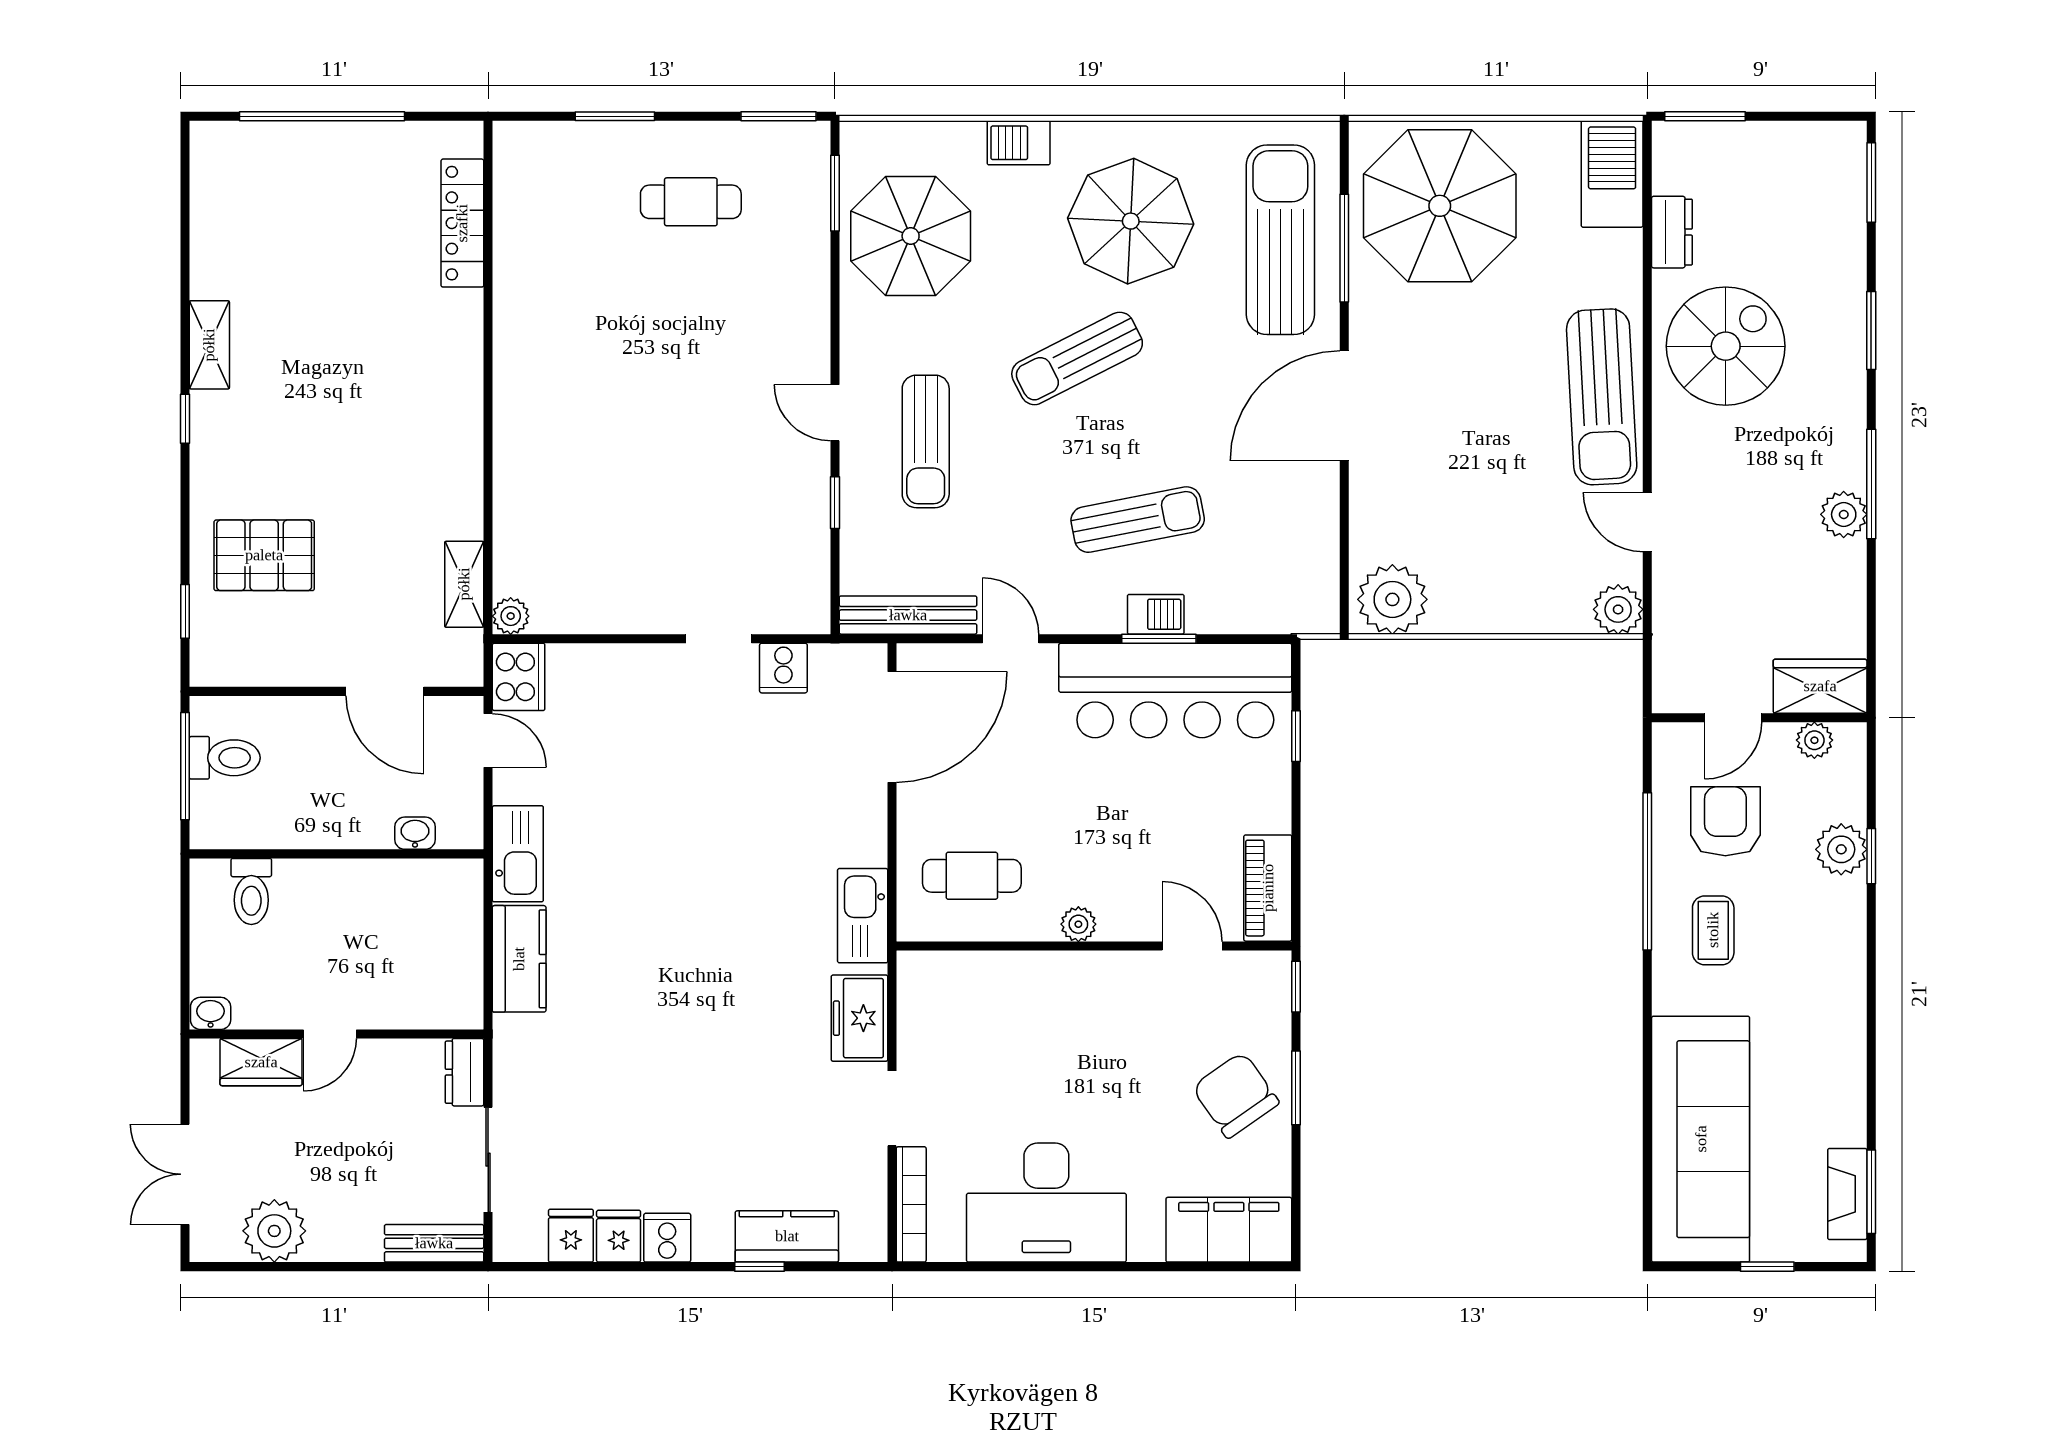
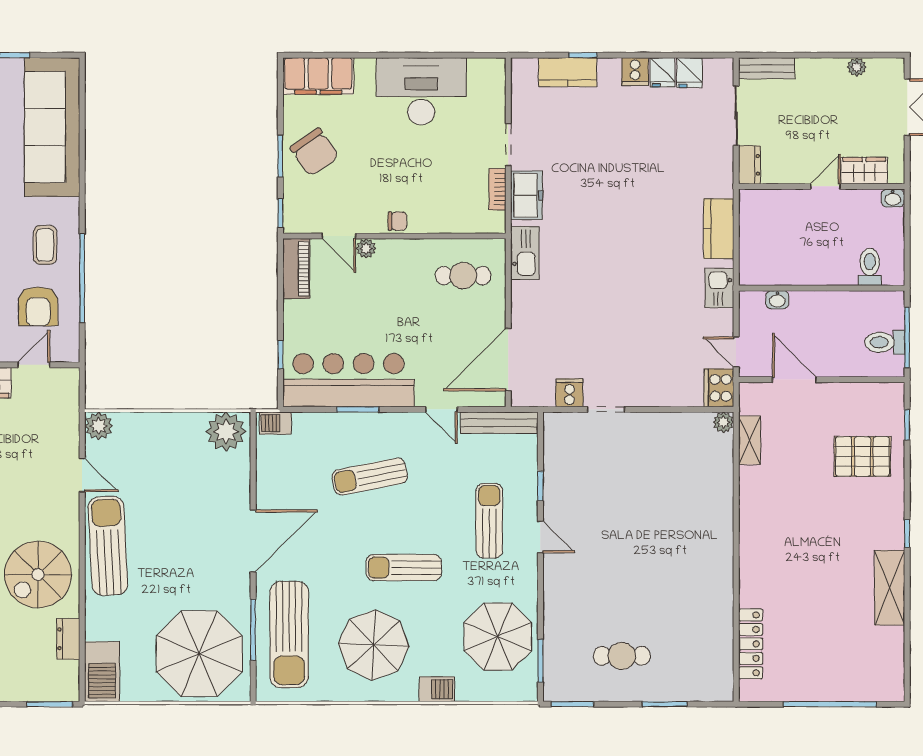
shelving: (209, 345) -> (890, 588), width x1.50, depth x1.33
sun lounger: (1077, 358) -> (404, 568), turned -153
barbecue: (1156, 614) -> (275, 423), moved
kitchen sink: (518, 854) -> (719, 288), width x0.73
plant: (1078, 924) -> (366, 248), moved
chair: (1088, 972) -> (397, 221), added
bookcase: (911, 1204) -> (497, 189), moved, width x0.64
plant: (274, 1231) -> (857, 67), width x0.53, depth x0.53

